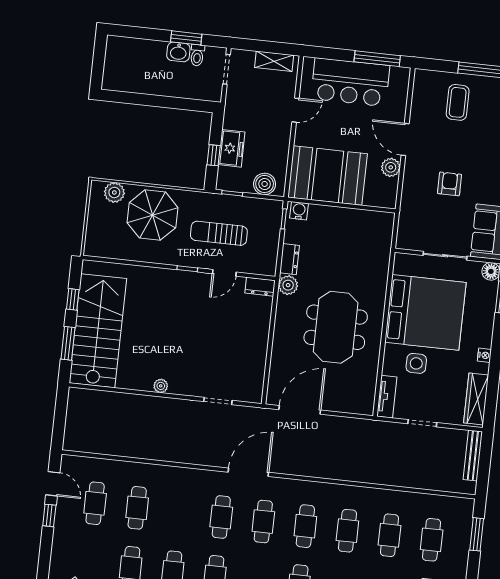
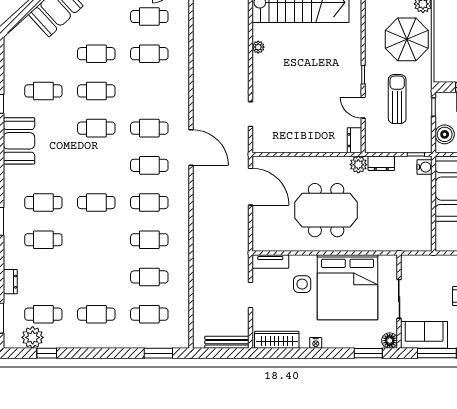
plant: (161, 386) -> (258, 47), moved

